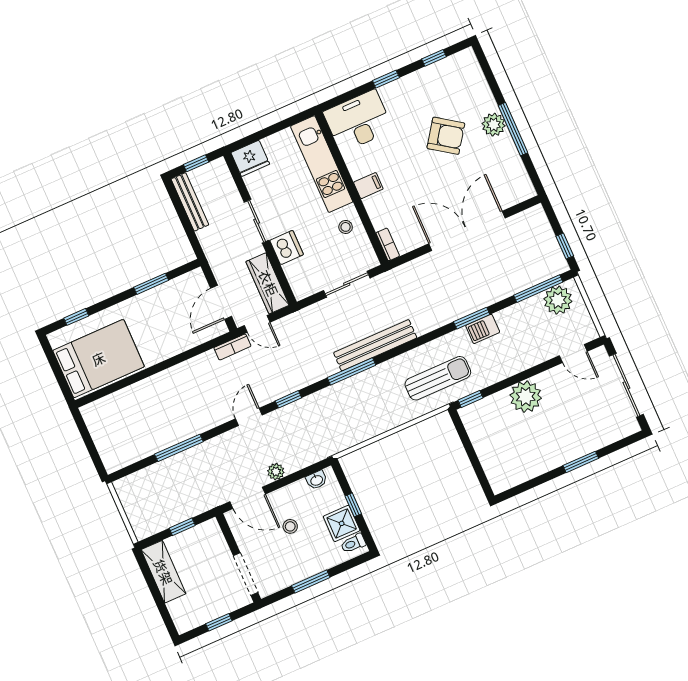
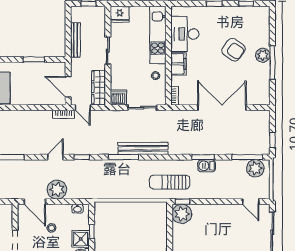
desk: (358, 121) -> (185, 34), moved, turned -90
filing cabinet: (368, 186) -> (178, 64), width x2.00
bench: (190, 202) -> (76, 40), moved
dishwasher: (287, 247) -> (118, 98), moved, turned -90
door: (221, 302) -> (68, 87), hinge flipped
sun lounger: (438, 378) -> (170, 182), turned 180
plant: (526, 397) -> (182, 214), moved
plant: (276, 472) -> (57, 190), width x1.87, depth x1.87

